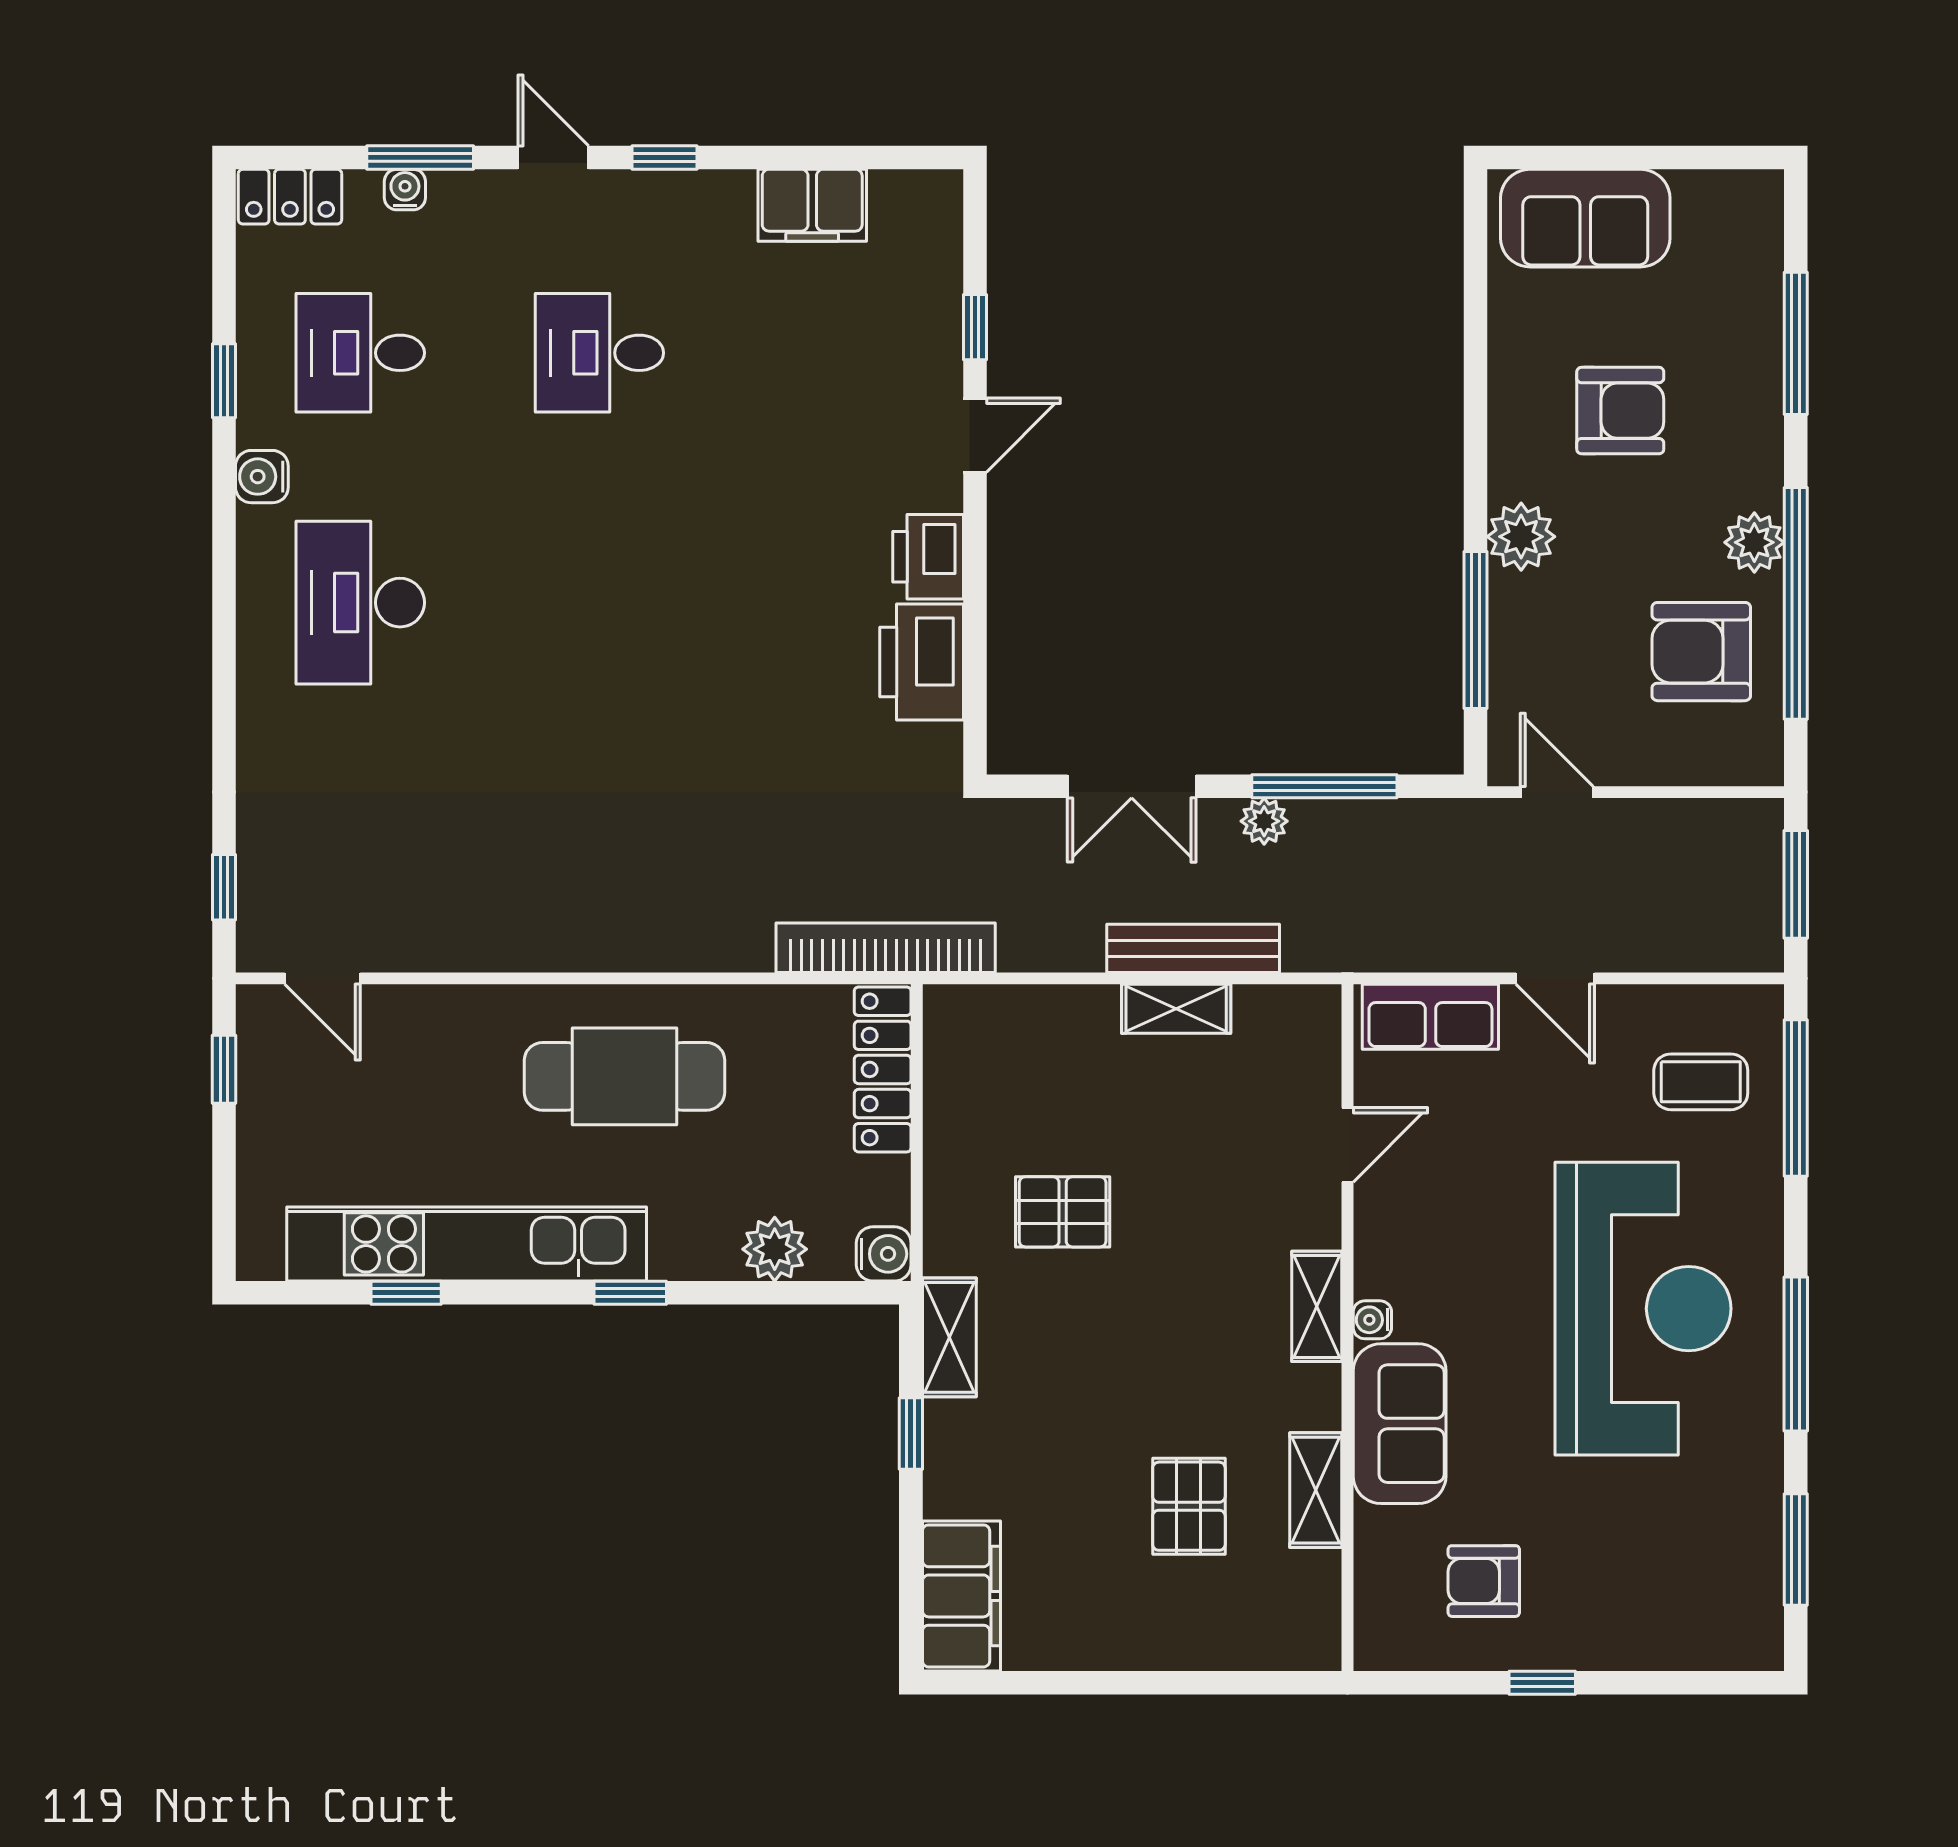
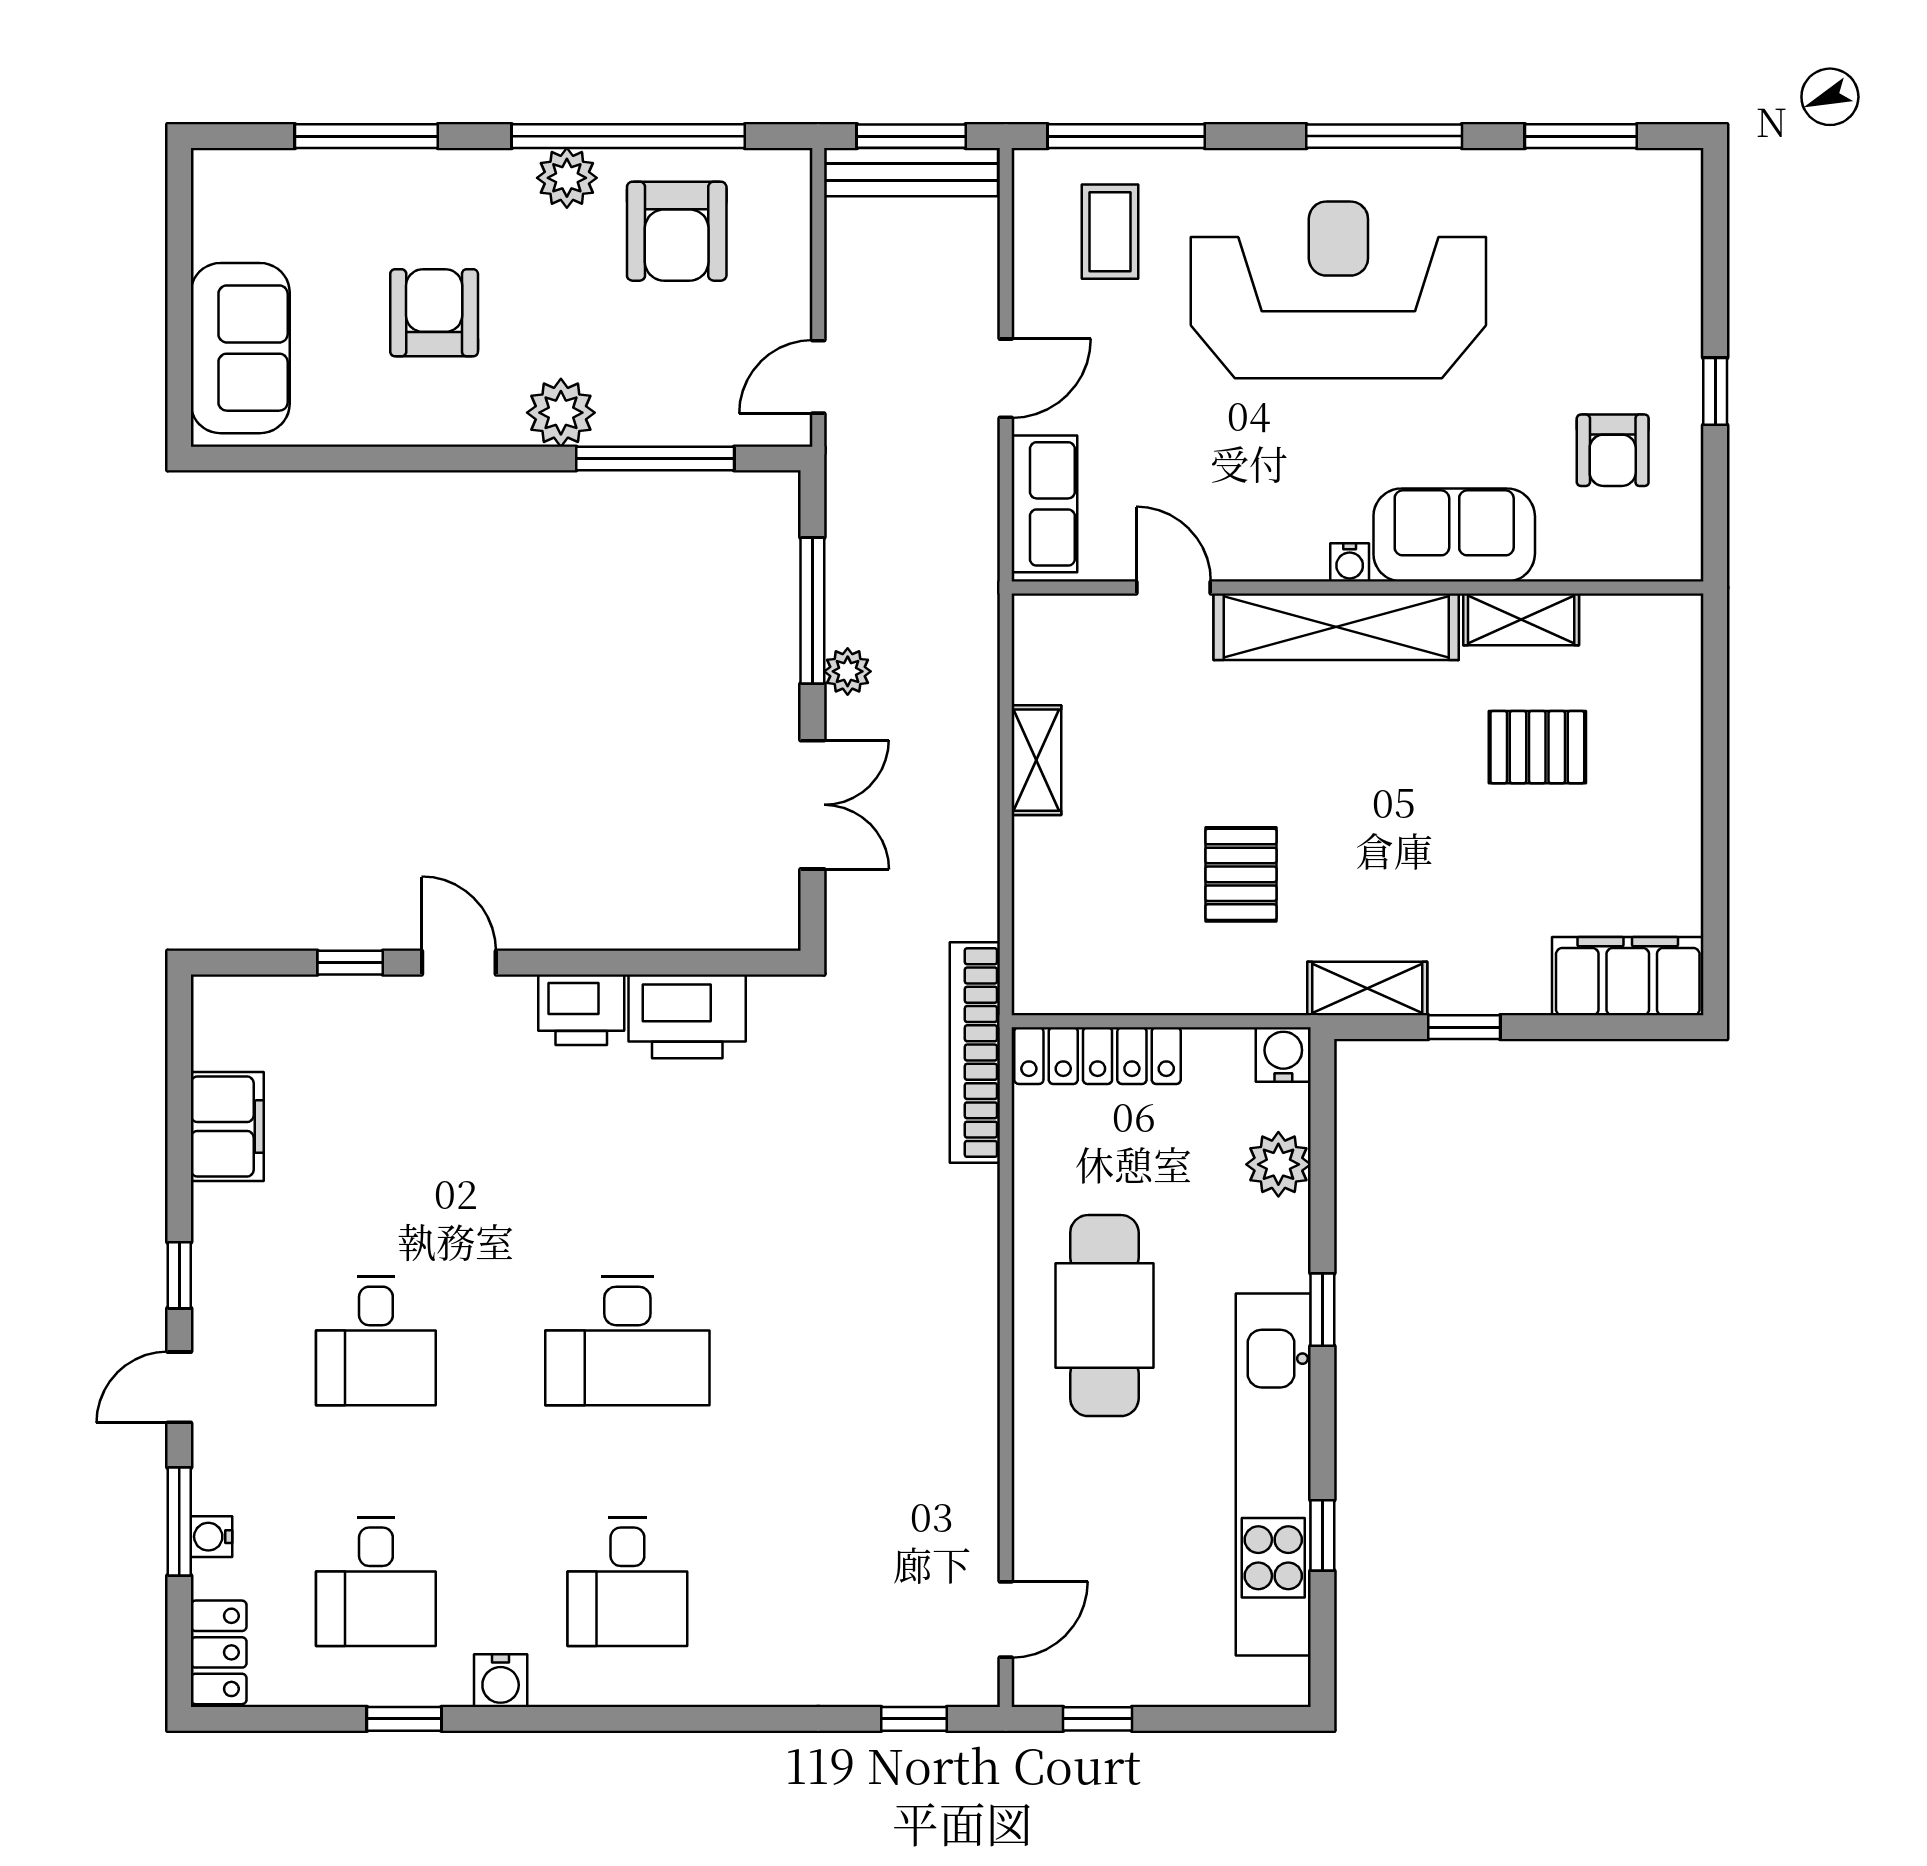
desk: (360, 603) -> (627, 1582), width x0.73
desk: (599, 603) -> (627, 1341), added
bench: (1193, 948) -> (911, 172), moved, turned 90
shelving: (1317, 1306) -> (1336, 627), width x2.20, depth x1.33

